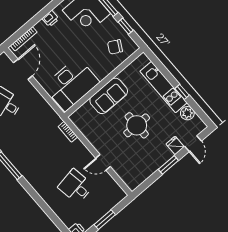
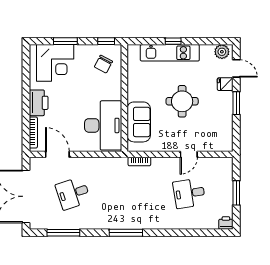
printer: (51, 19) -> (39, 103), width x1.87, depth x1.48
window: (126, 26) -> (106, 41), moved
window: (182, 92) -> (173, 41), moved
sofa: (109, 96) -> (139, 122), moved
plant: (187, 113) -> (222, 52), moved

